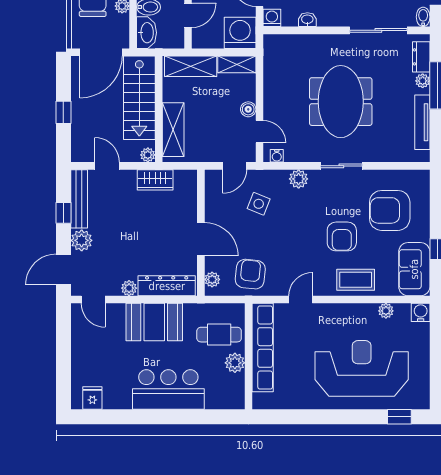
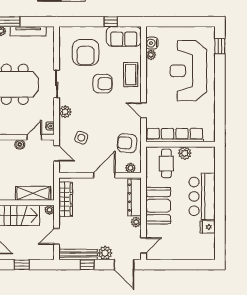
wardrobe: (155, 180) -> (66, 199), width x1.50
water cooler: (421, 312) -> (152, 43), moved
fridge: (92, 398) -> (208, 227), moved

